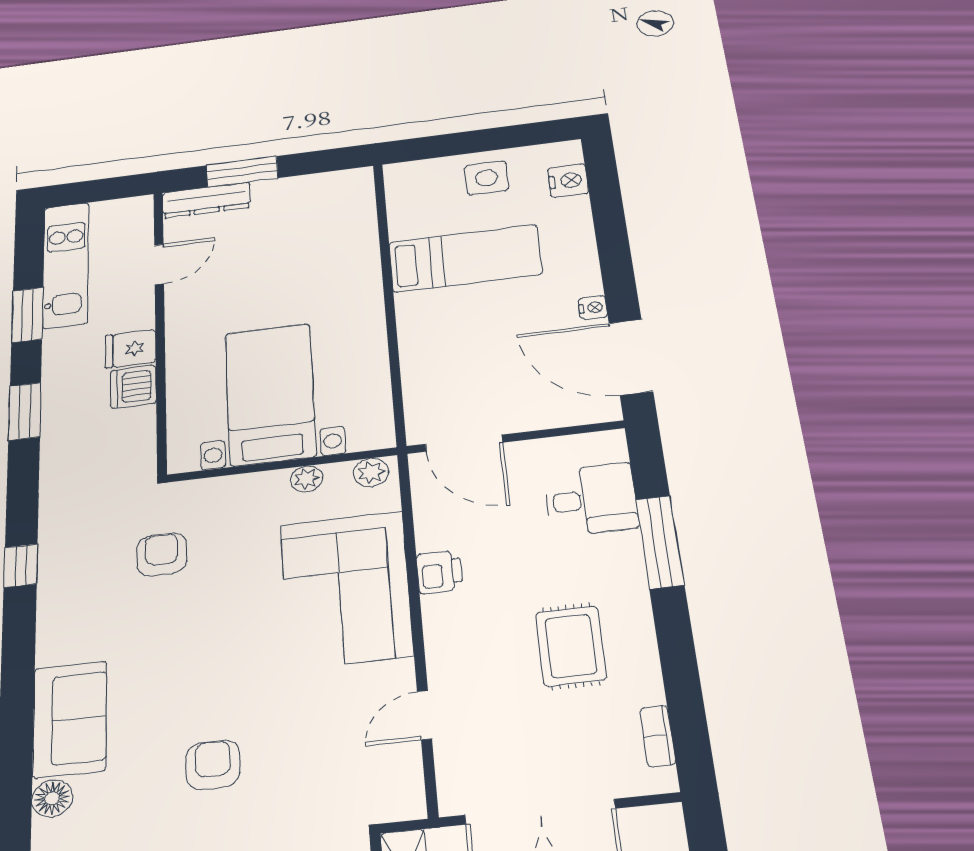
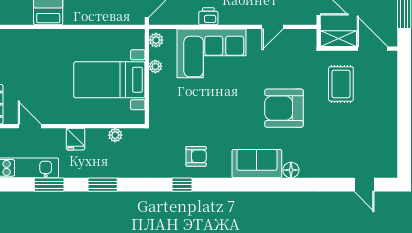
dishwasher: (133, 387) -> (97, 138), removed
plant: (140, 421) -> (115, 135), added
armchair: (162, 554) -> (196, 156), moved, turned 180
door: (425, 715) -> (272, 27), hinge flipped
armchair: (213, 765) -> (284, 108), width x1.88, depth x1.88

